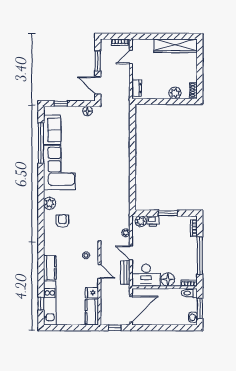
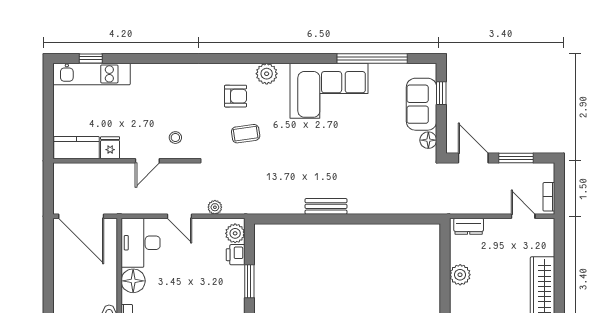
door: (98, 85) -> (473, 158), hinge flipped
plant: (175, 93) -> (460, 275), moved
sofa: (52, 130) -> (422, 104), moved, turned 90
coffee table: (84, 215) -> (246, 134), added
door: (131, 253) -> (180, 216), swing flipped
kitchen counter: (50, 268) -> (154, 74), removed
bench: (125, 273) -> (326, 206), moved
window: (115, 328) -> (48, 188), removed

